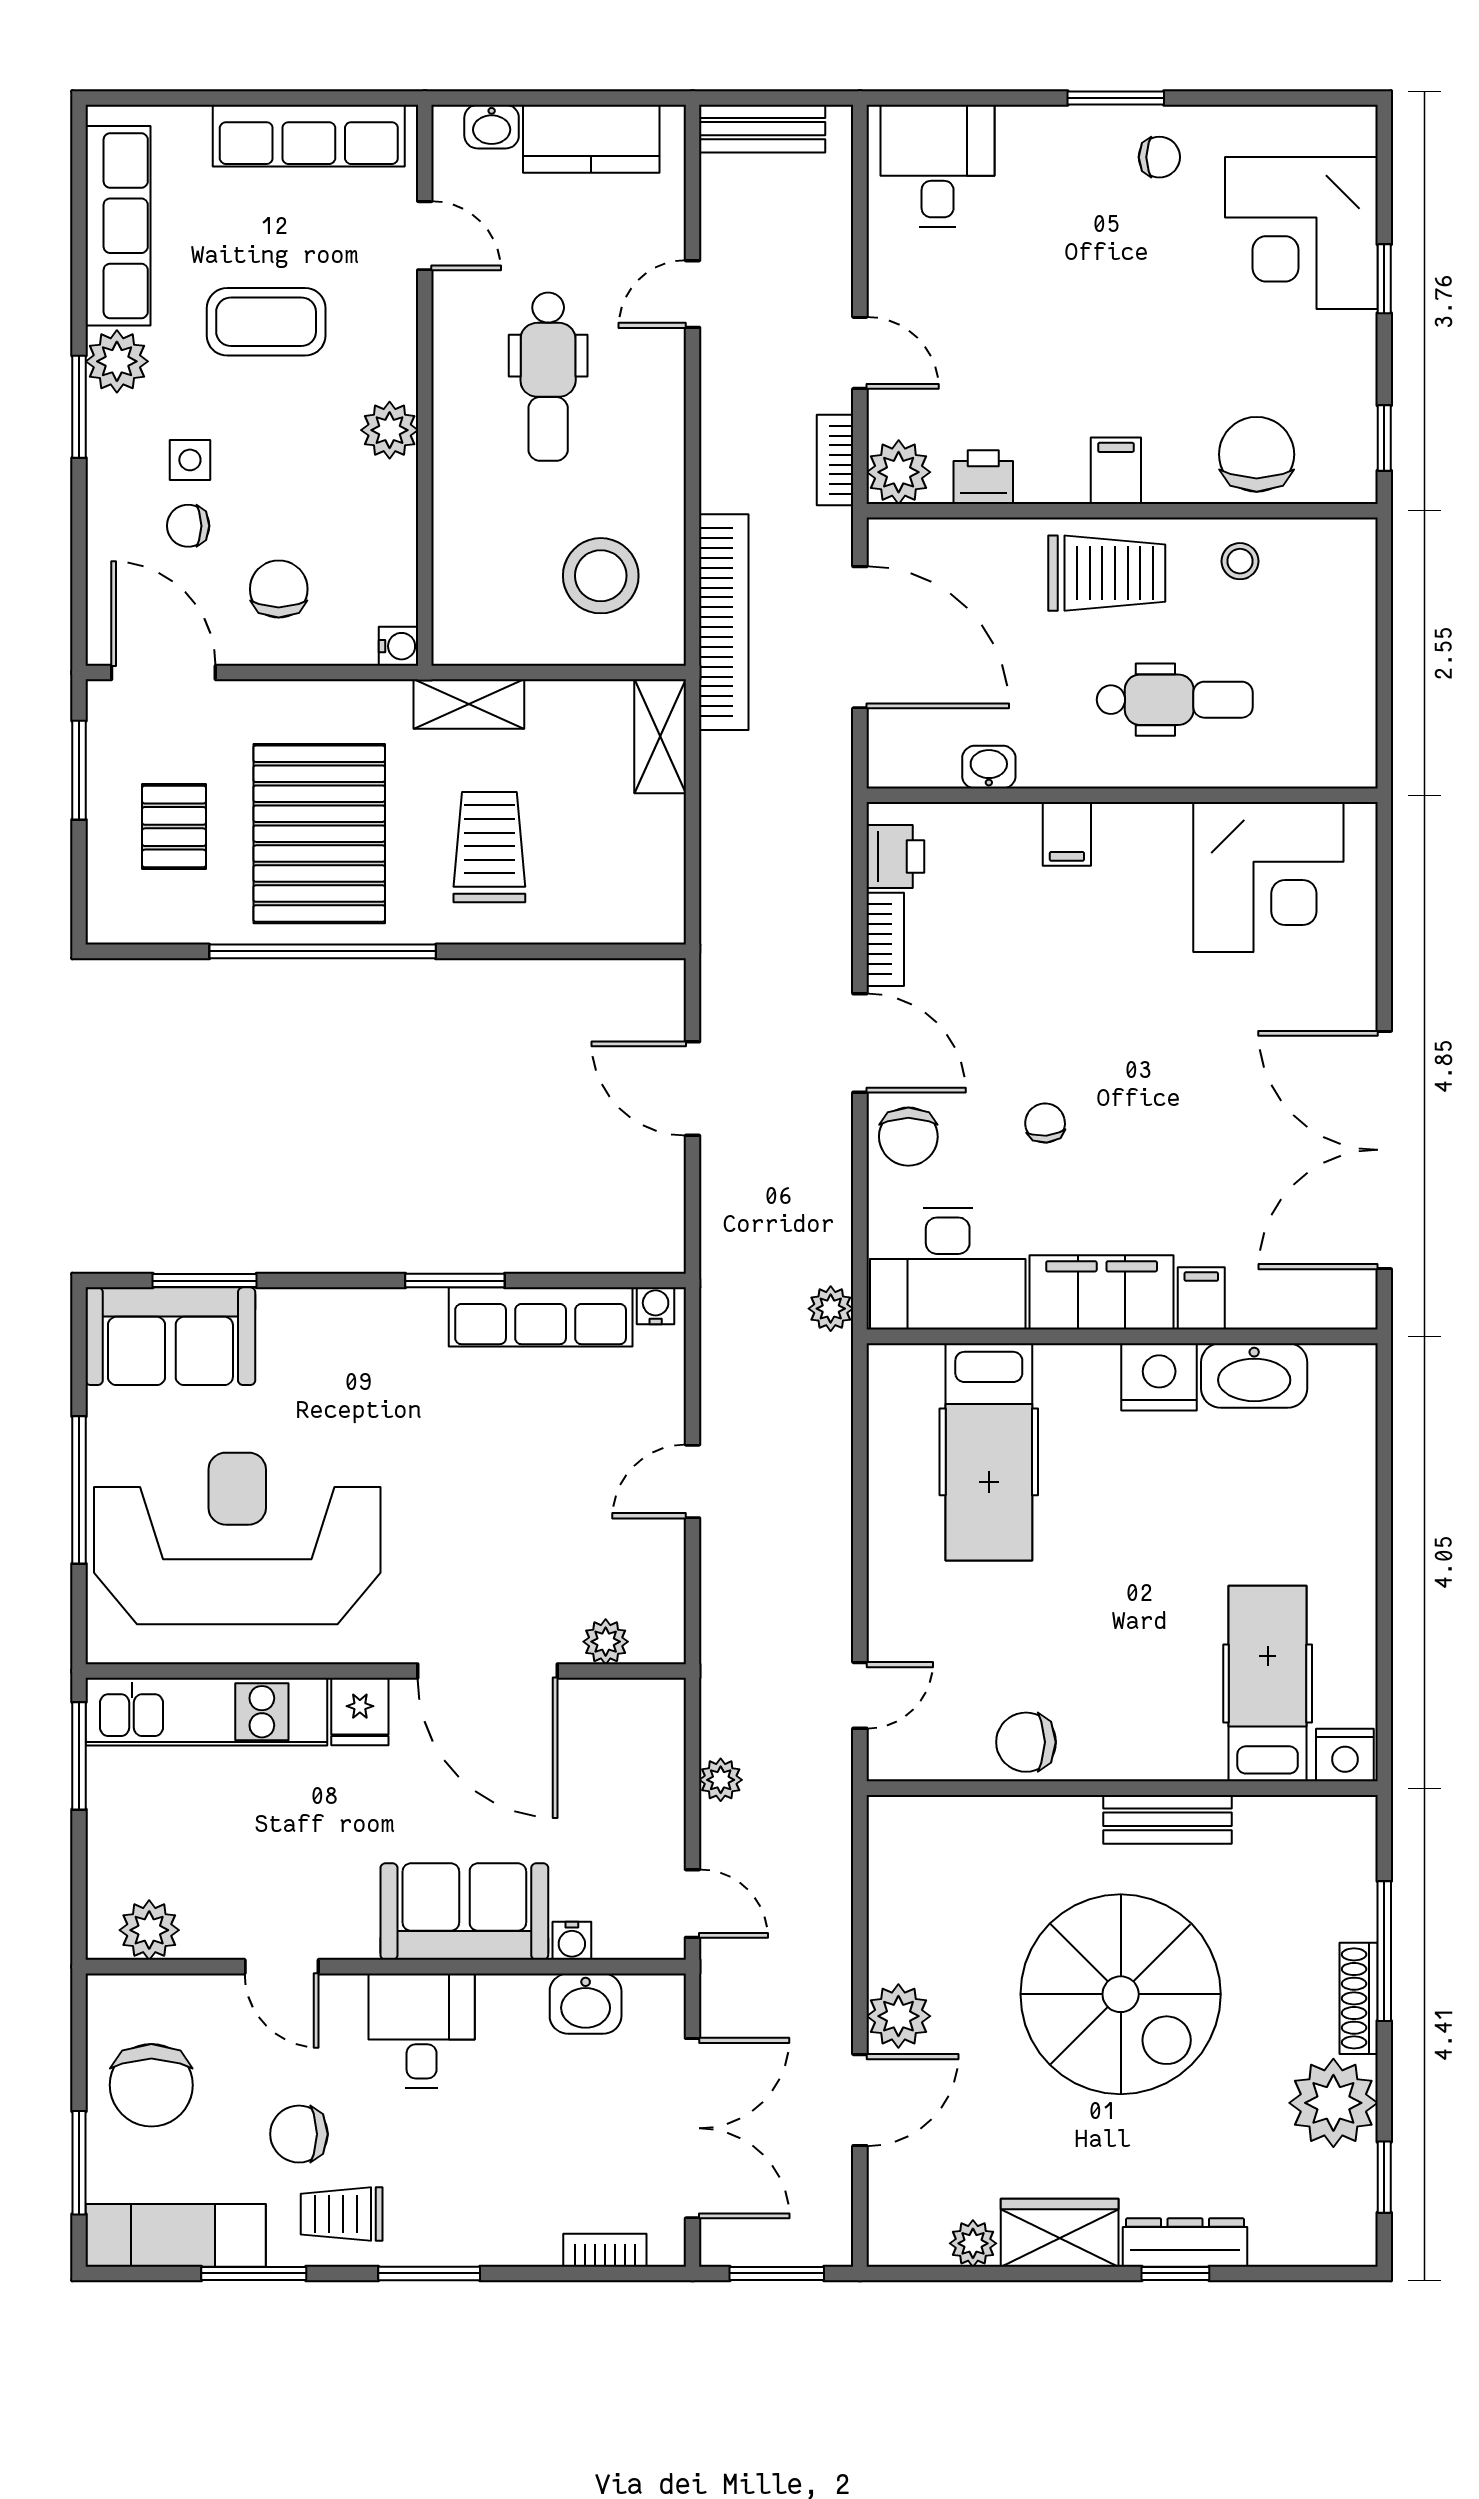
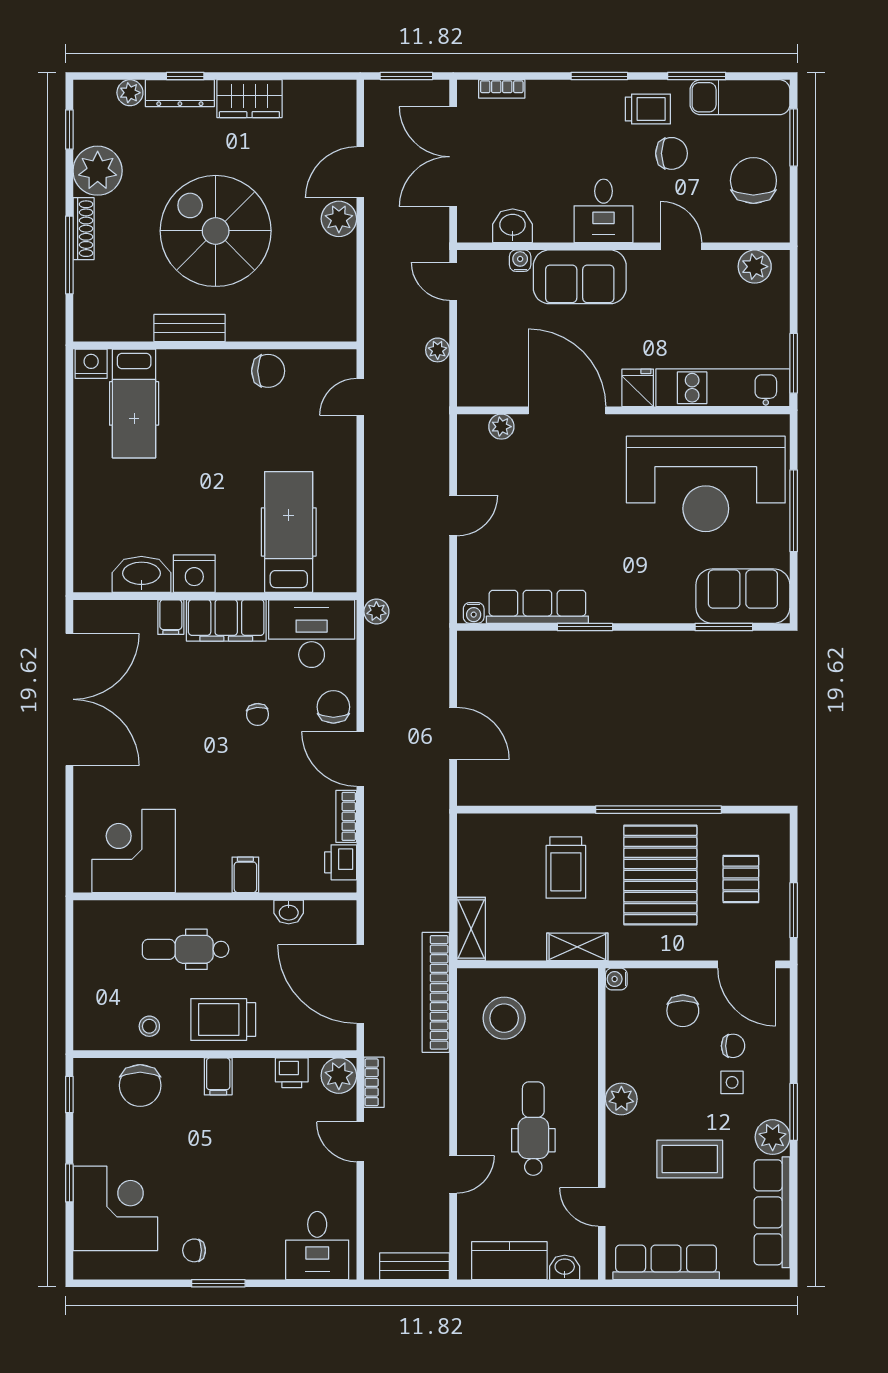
plant: (973, 2243) -> (130, 93), moved

